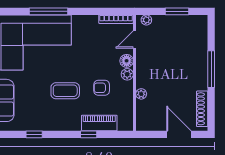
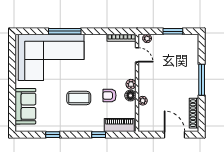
door: (134, 40) -> (137, 55), swing flipped
floor lamp: (127, 61) -> (130, 96), moved
piano: (99, 123) -> (119, 125), moved

